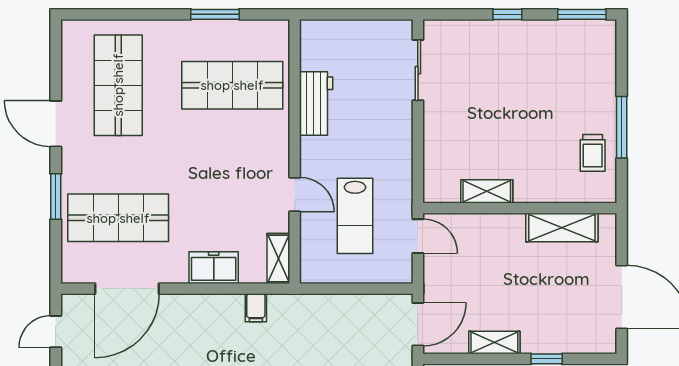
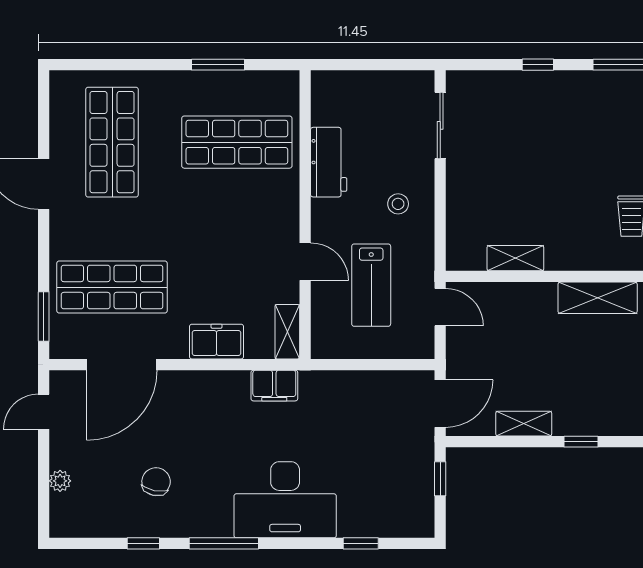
stool: (380, 142) -> (398, 204), added
window: (56, 197) -> (44, 316), moved
filing cabinet: (256, 308) -> (274, 386), width x2.00

